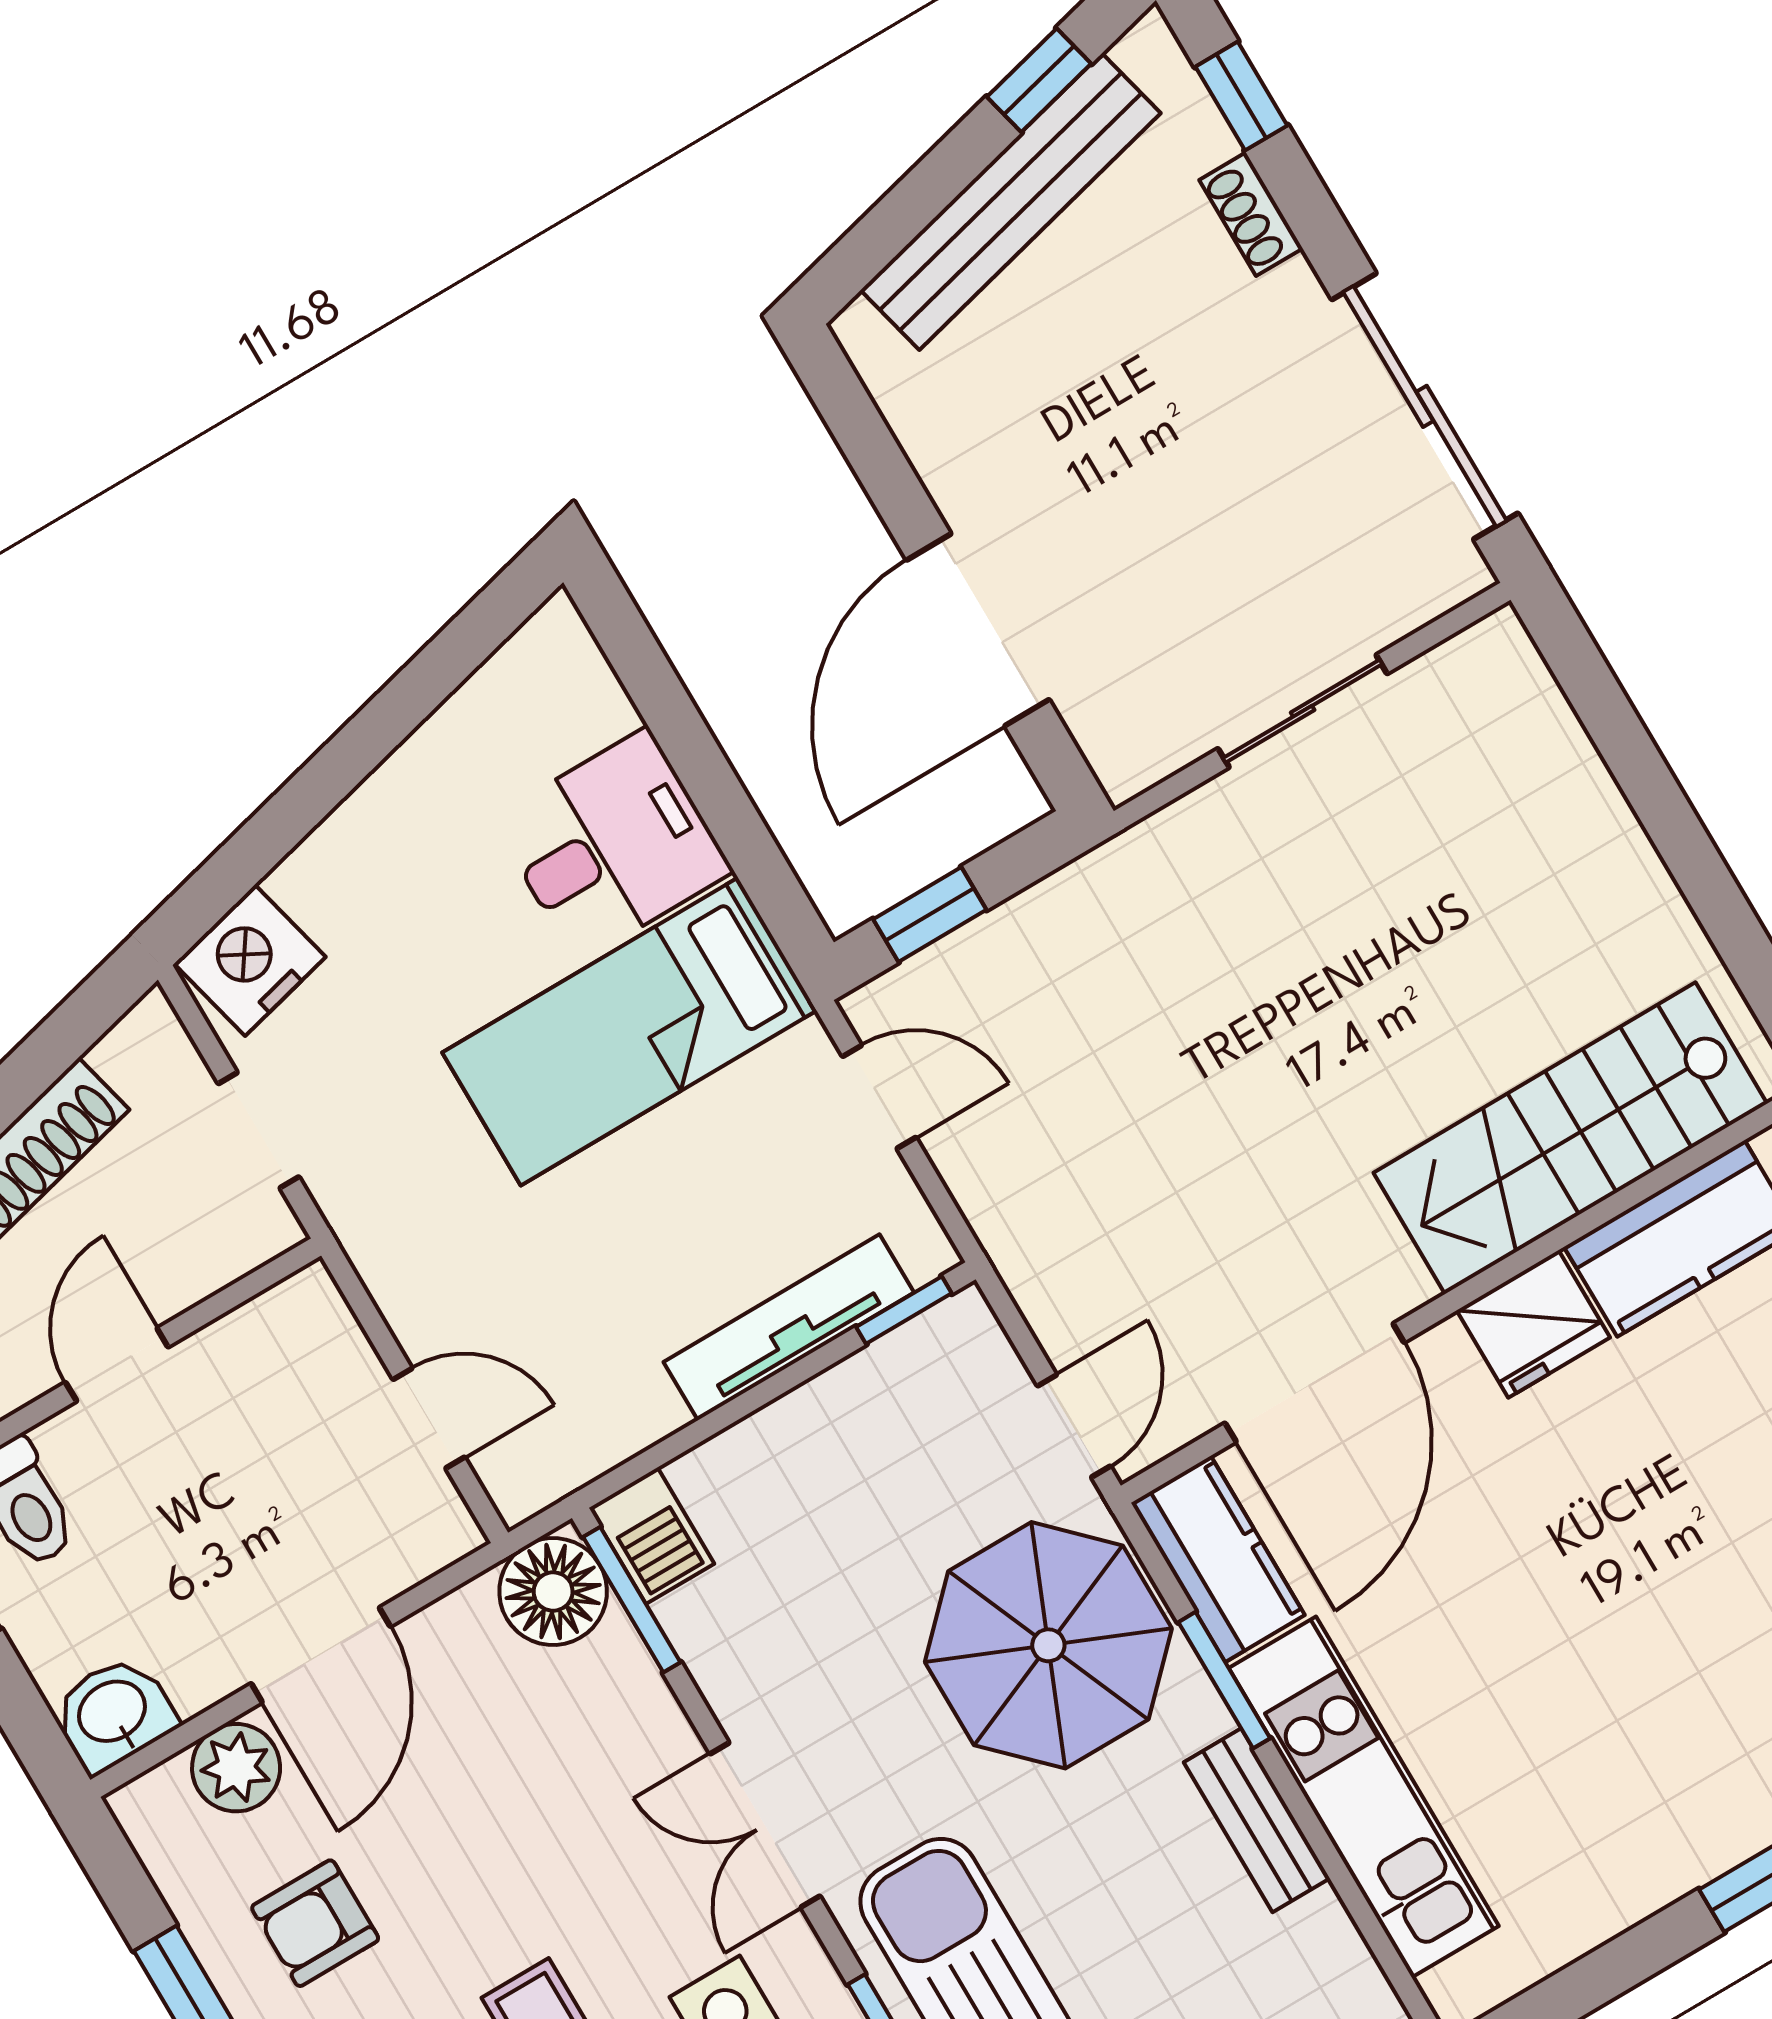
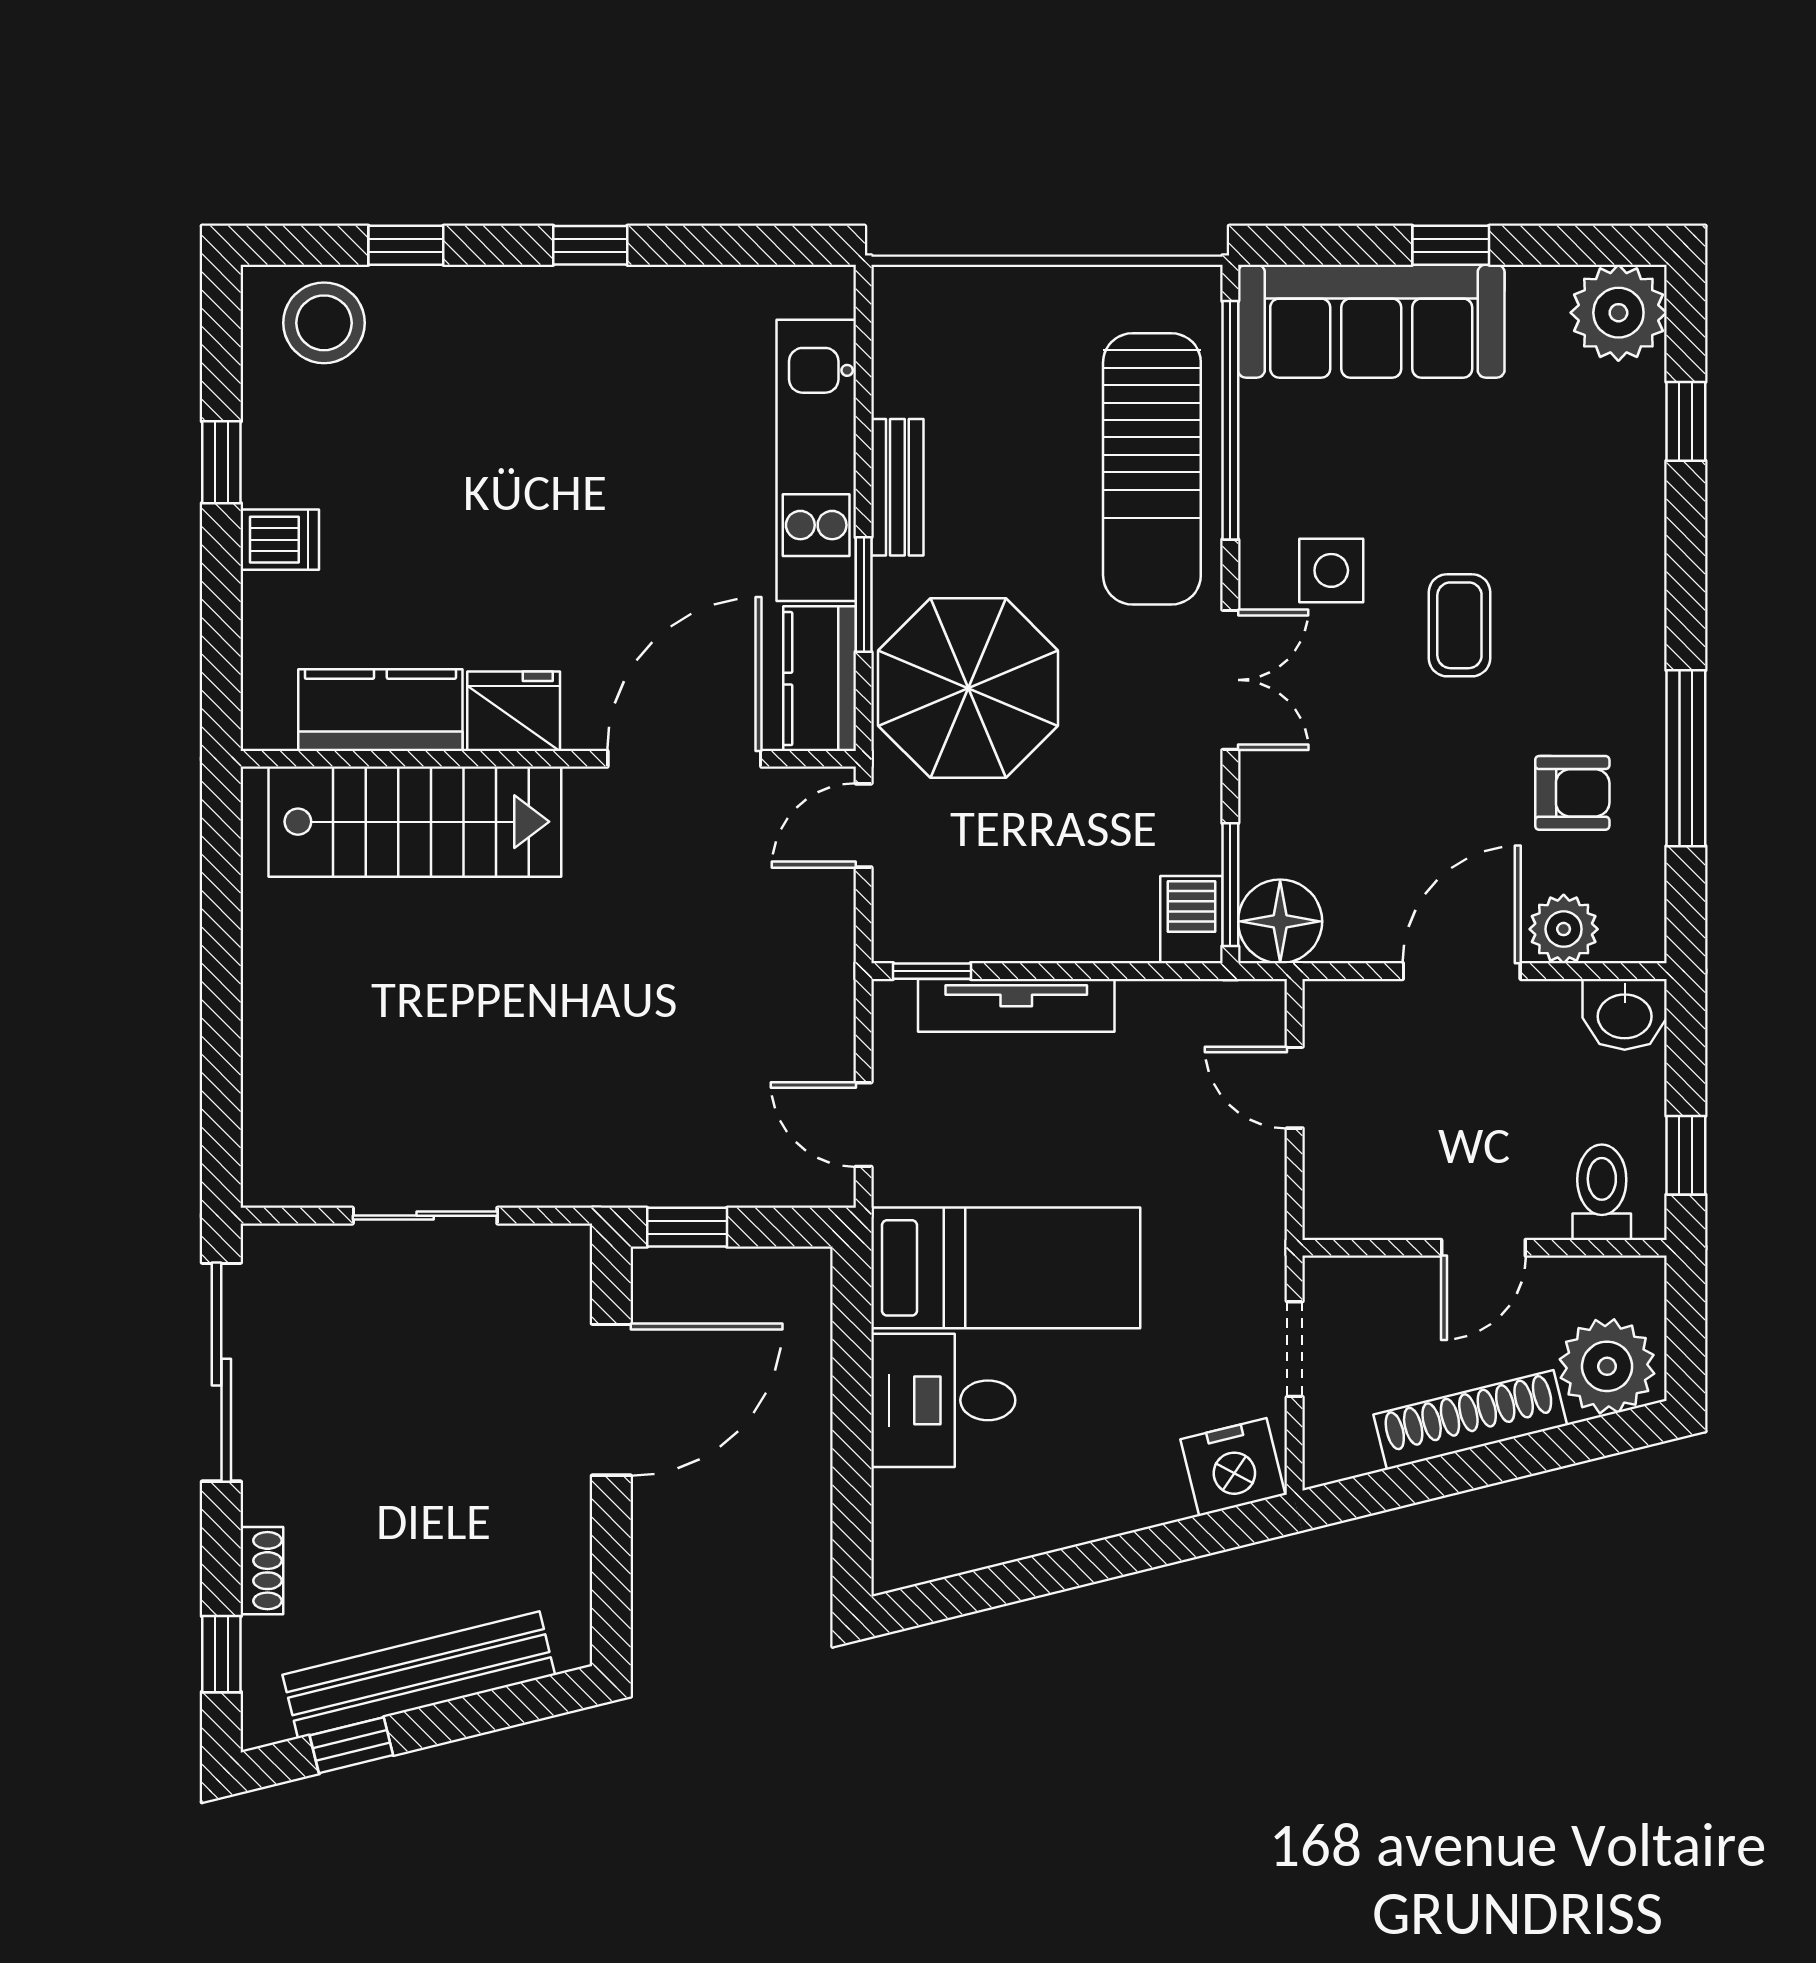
window: (930, 914) -> (687, 1227), moved

